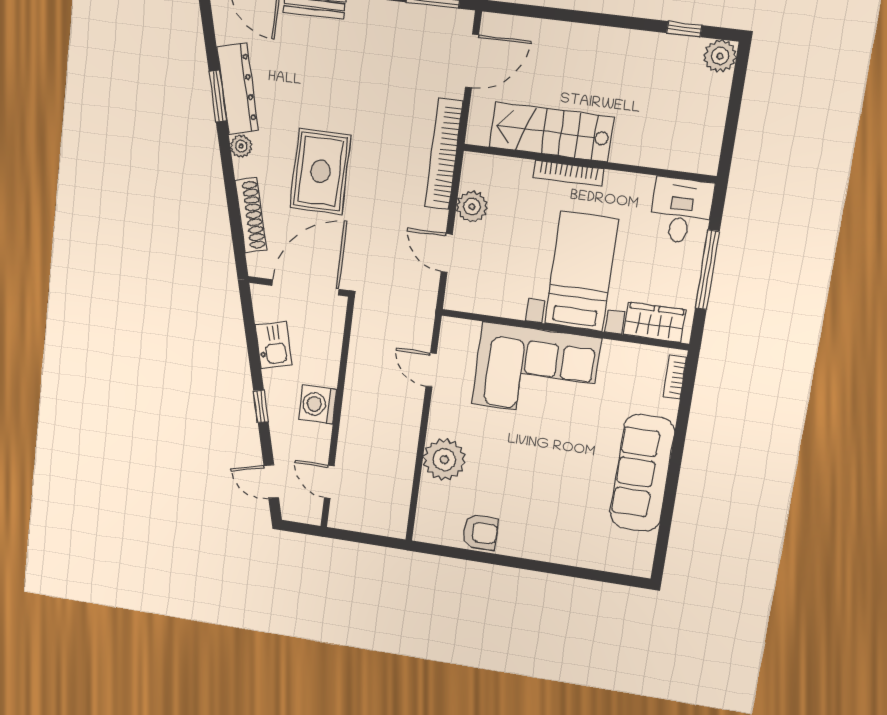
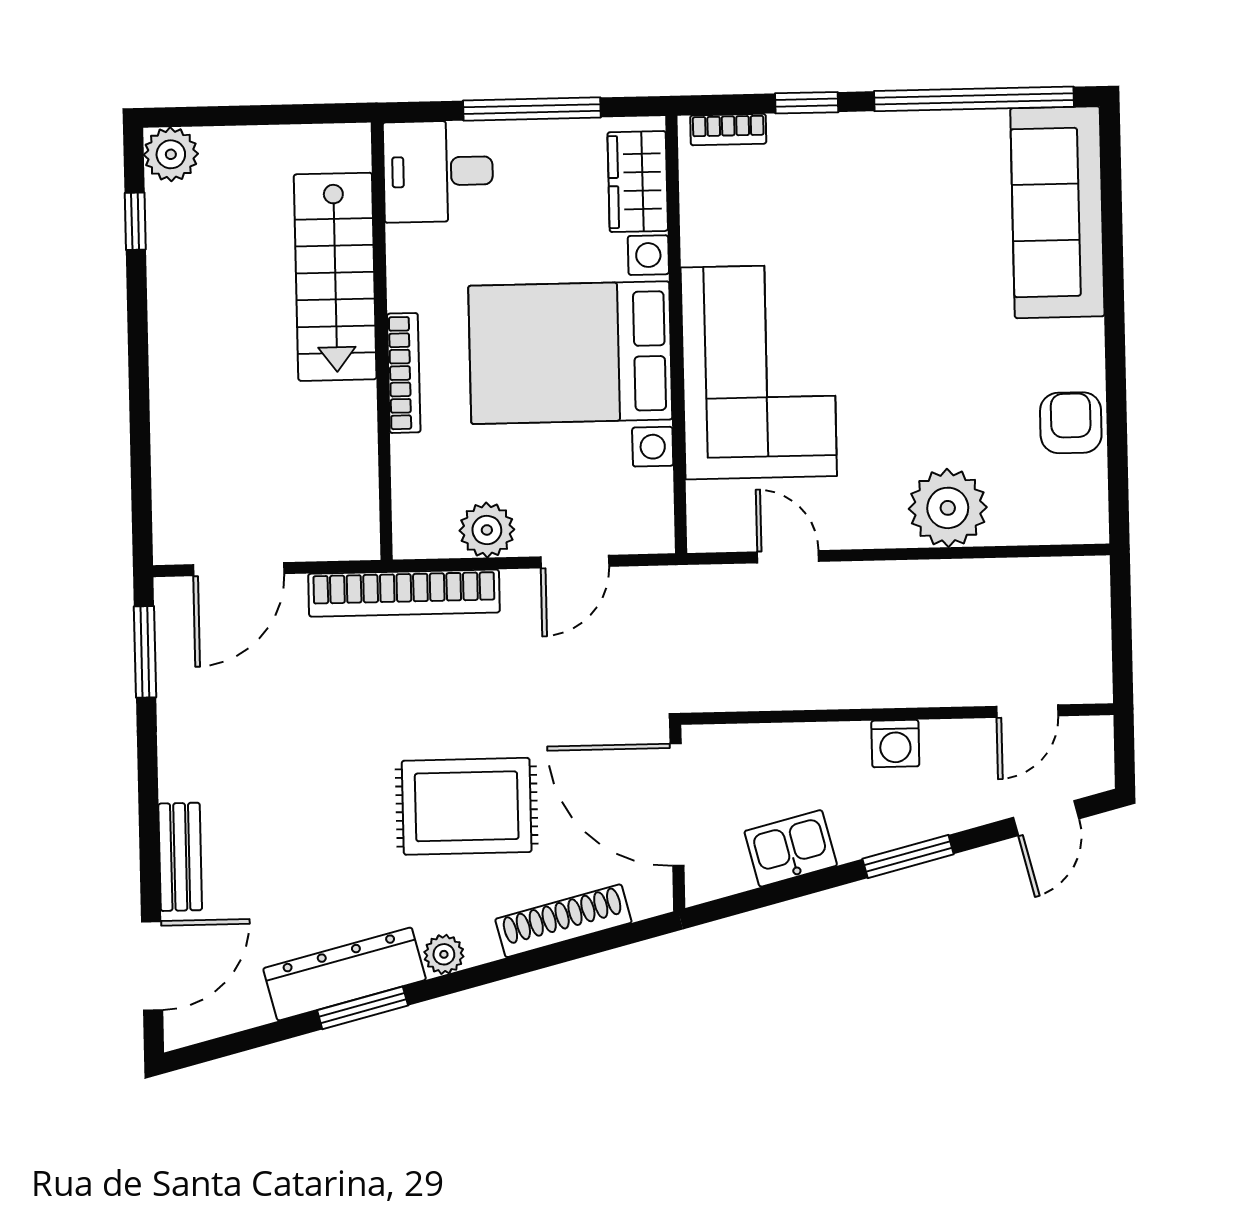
door: (472, 61) -> (239, 569), swing flipped
stairs: (551, 132) -> (335, 277), moved
bed with nightstands: (581, 271) -> (570, 353), width x1.36
door: (431, 370) -> (788, 557), swing flipped
washing machine: (318, 404) -> (895, 744), width x0.73, depth x0.73
window: (261, 406) -> (908, 856), width x1.50
window: (682, 423) -> (807, 103), added
sofa: (642, 473) -> (1057, 212), moved, turned 90
window: (667, 513) -> (974, 99), added

